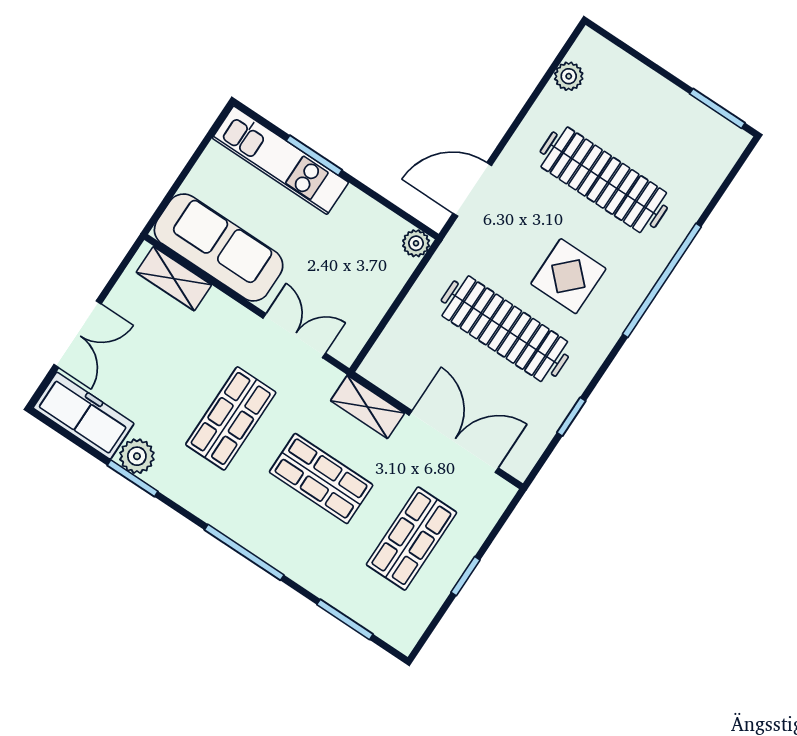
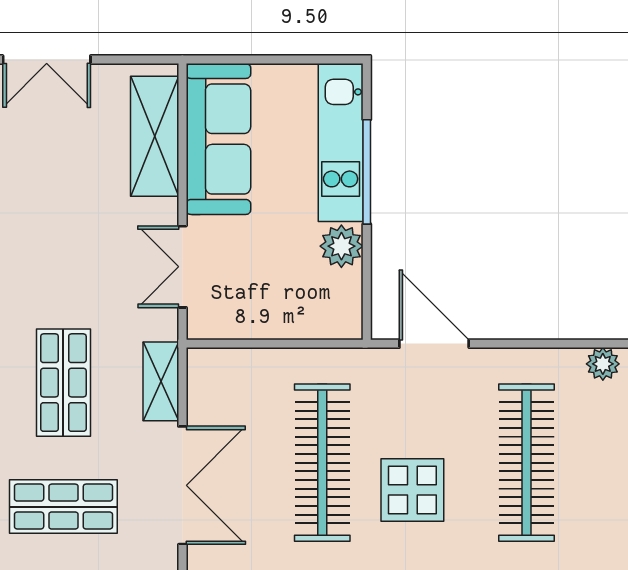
window: (314, 155) -> (367, 172), width x1.44
plant: (416, 243) -> (341, 246), moved, width x1.38, depth x1.38
shelving: (174, 279) -> (155, 136), width x1.50, depth x1.33
double door: (294, 336) -> (182, 267), swing flipped
shop shelf: (231, 418) -> (63, 259), removed

